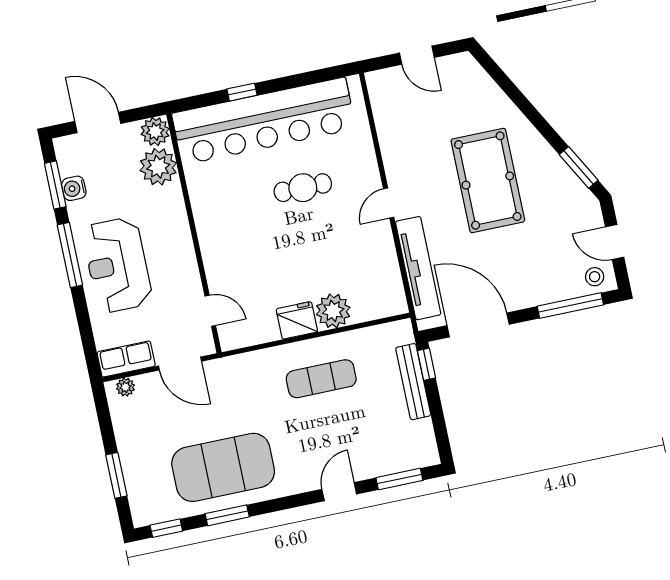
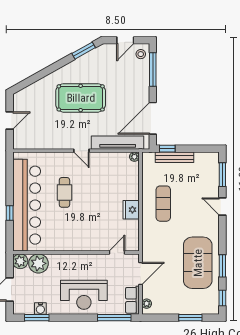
window: (70, 255) -> (114, 318), moved
plant: (333, 311) -> (134, 157), moved, width x0.53, depth x0.53

